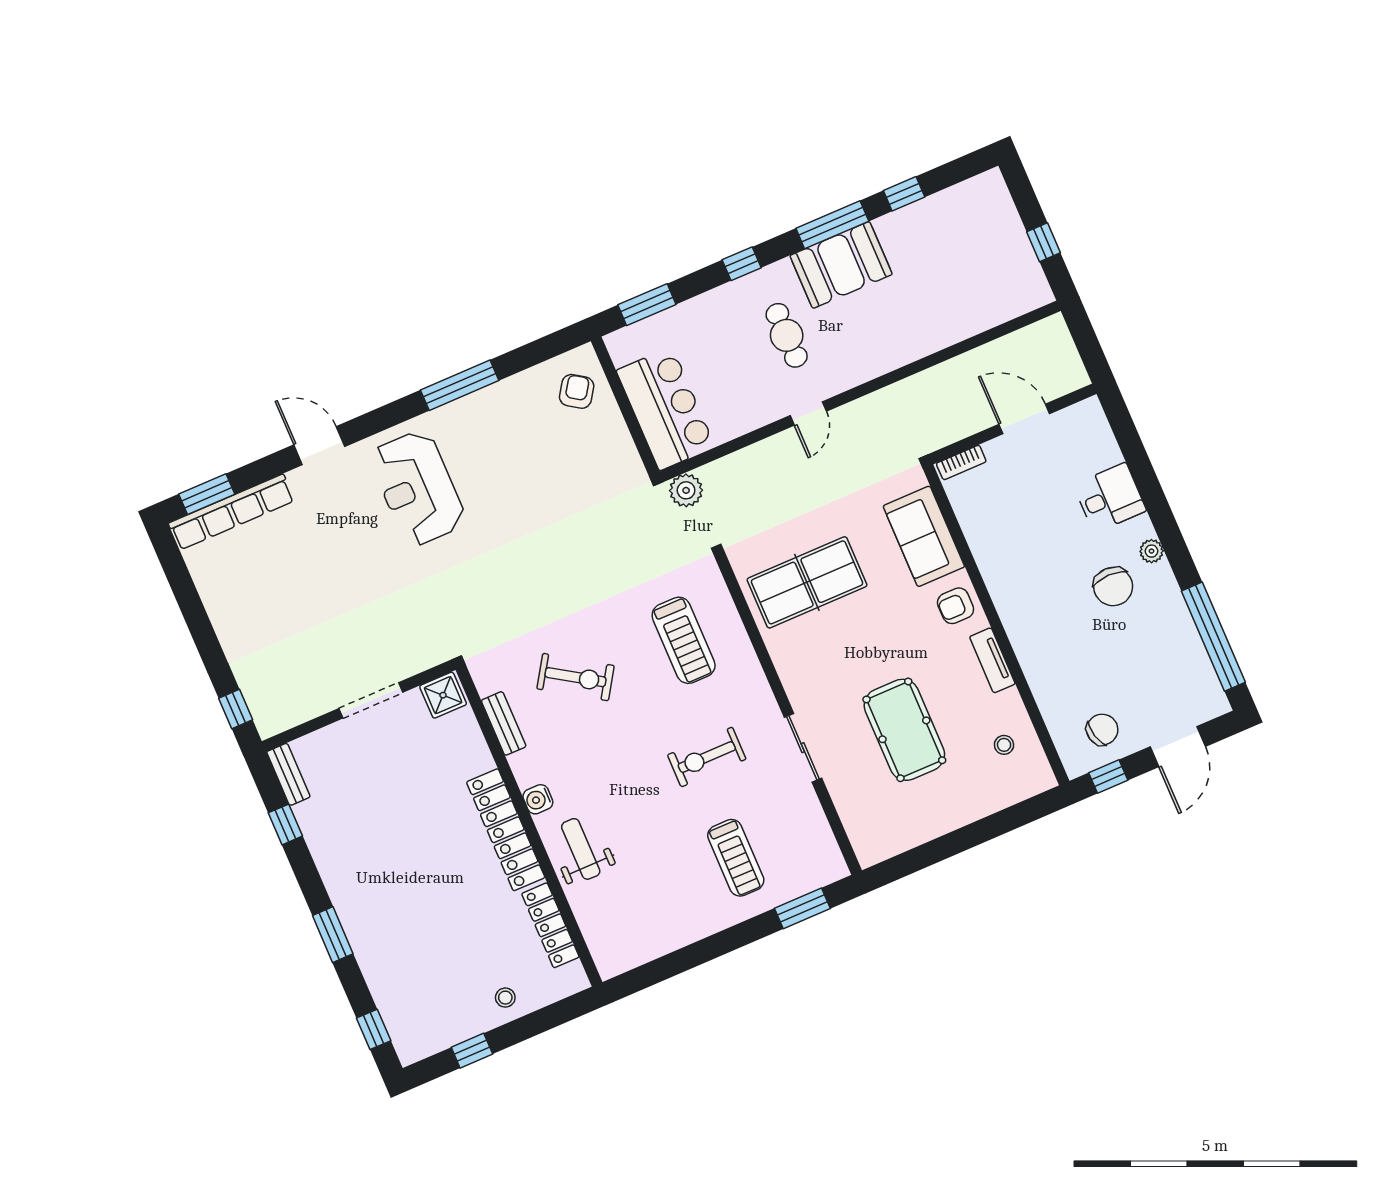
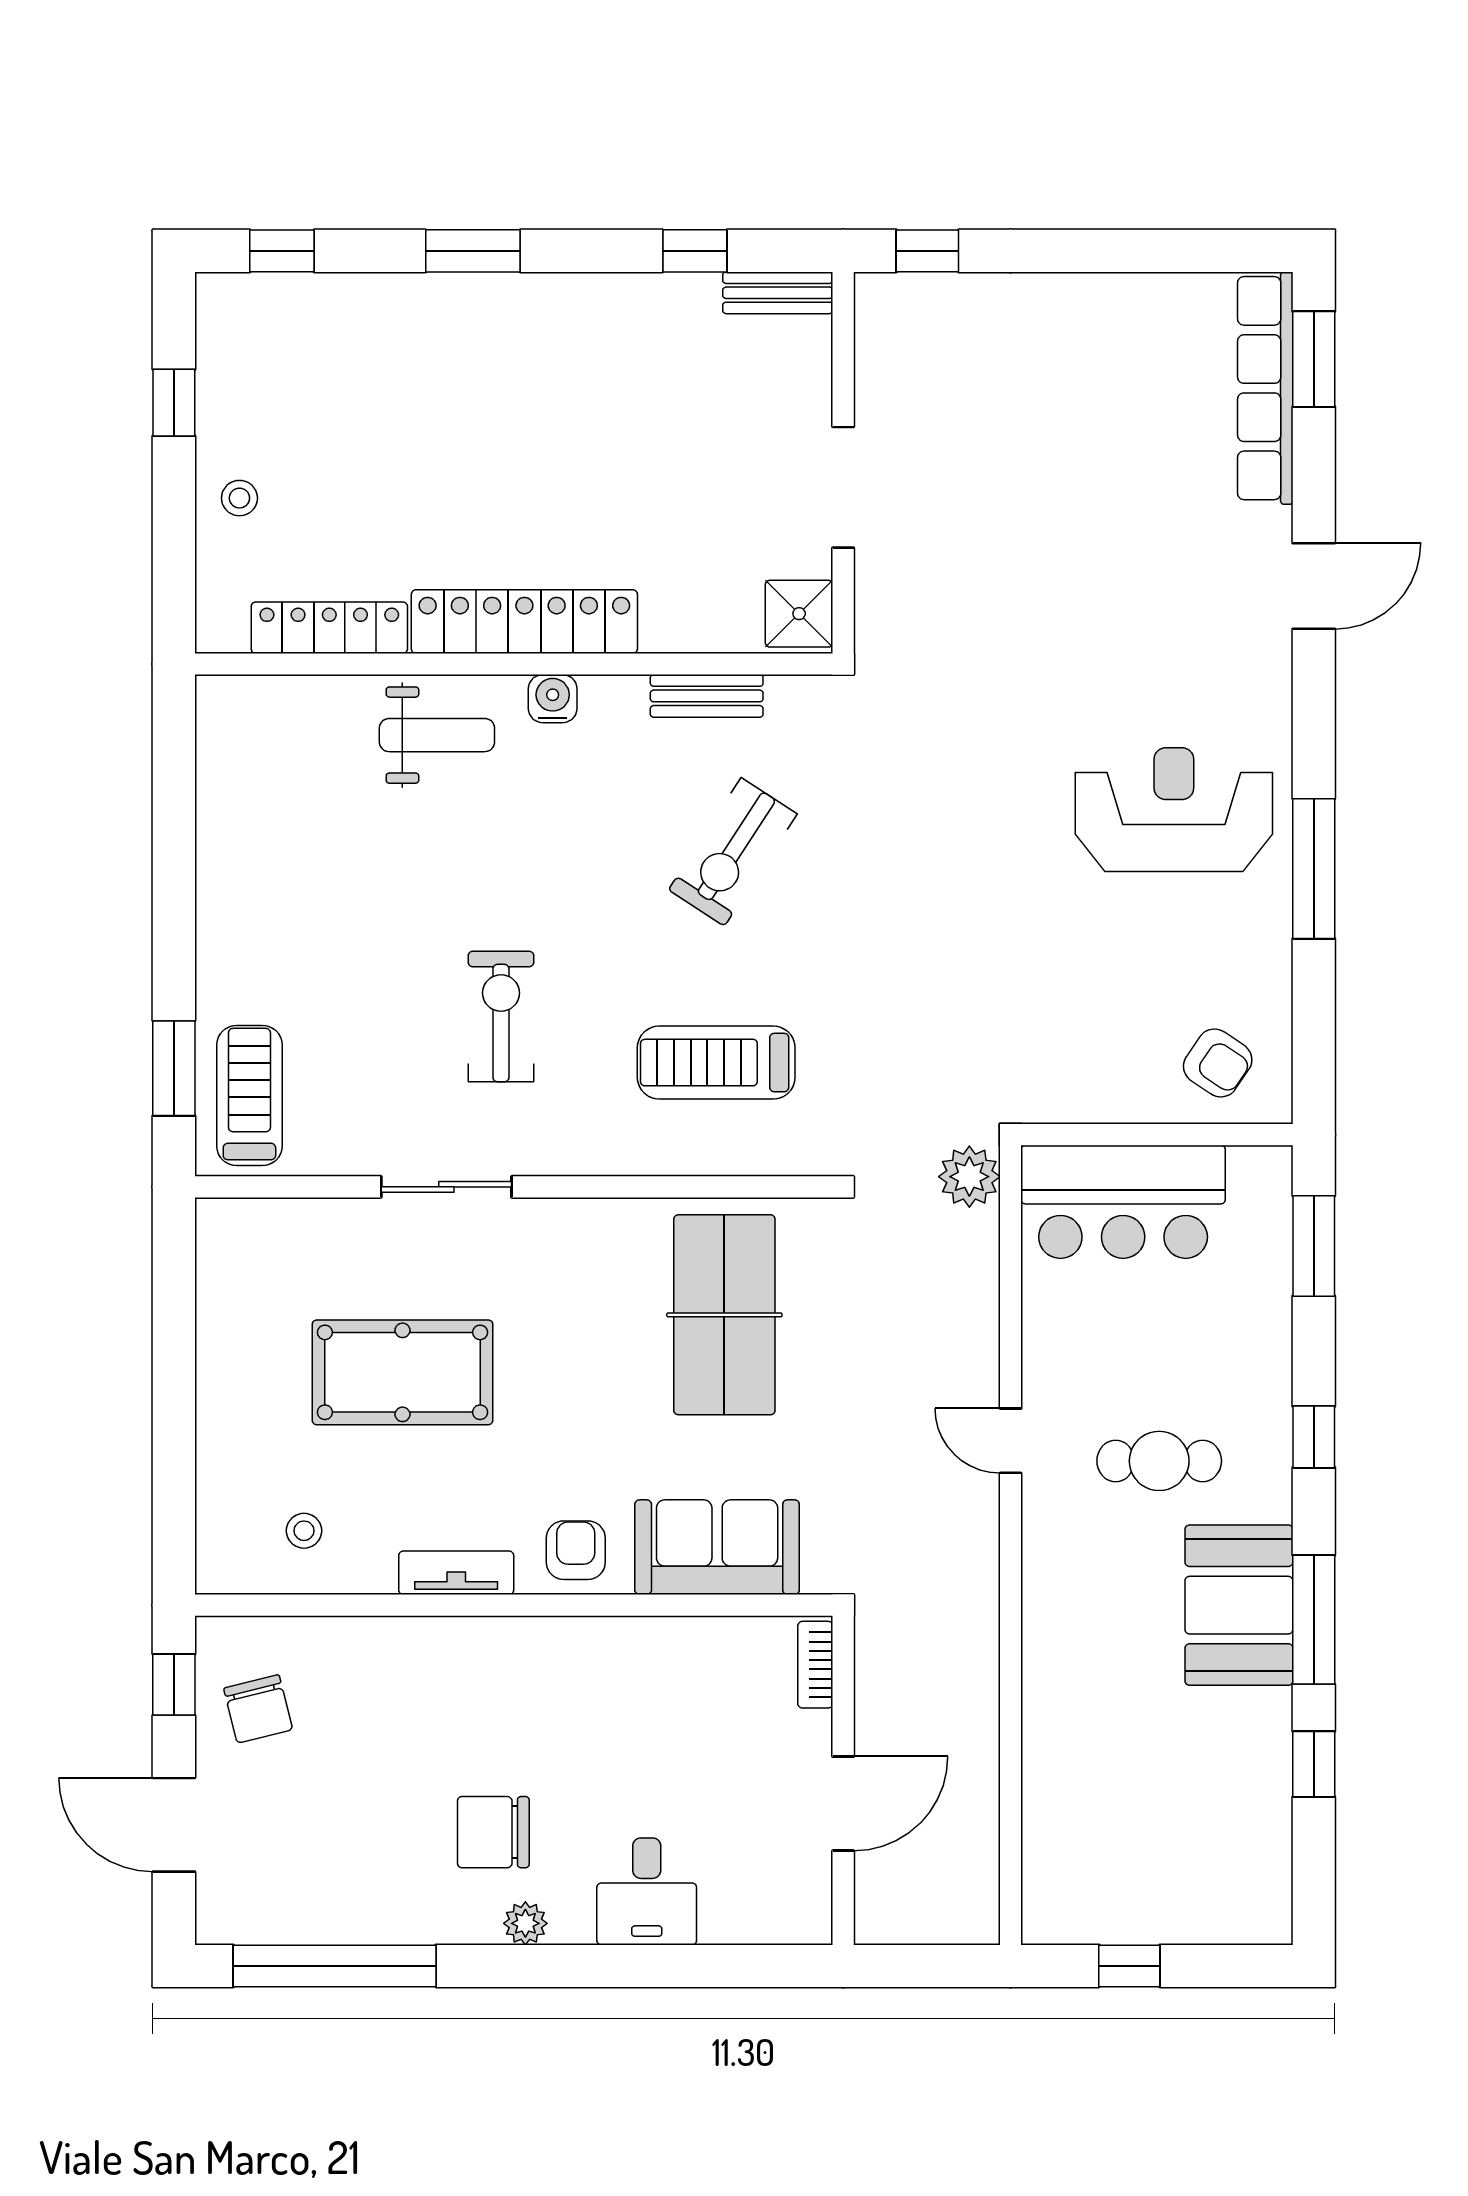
reception desk: (418, 488) -> (1174, 810), moved
treadmill: (736, 858) -> (249, 1096), moved, turned 90

